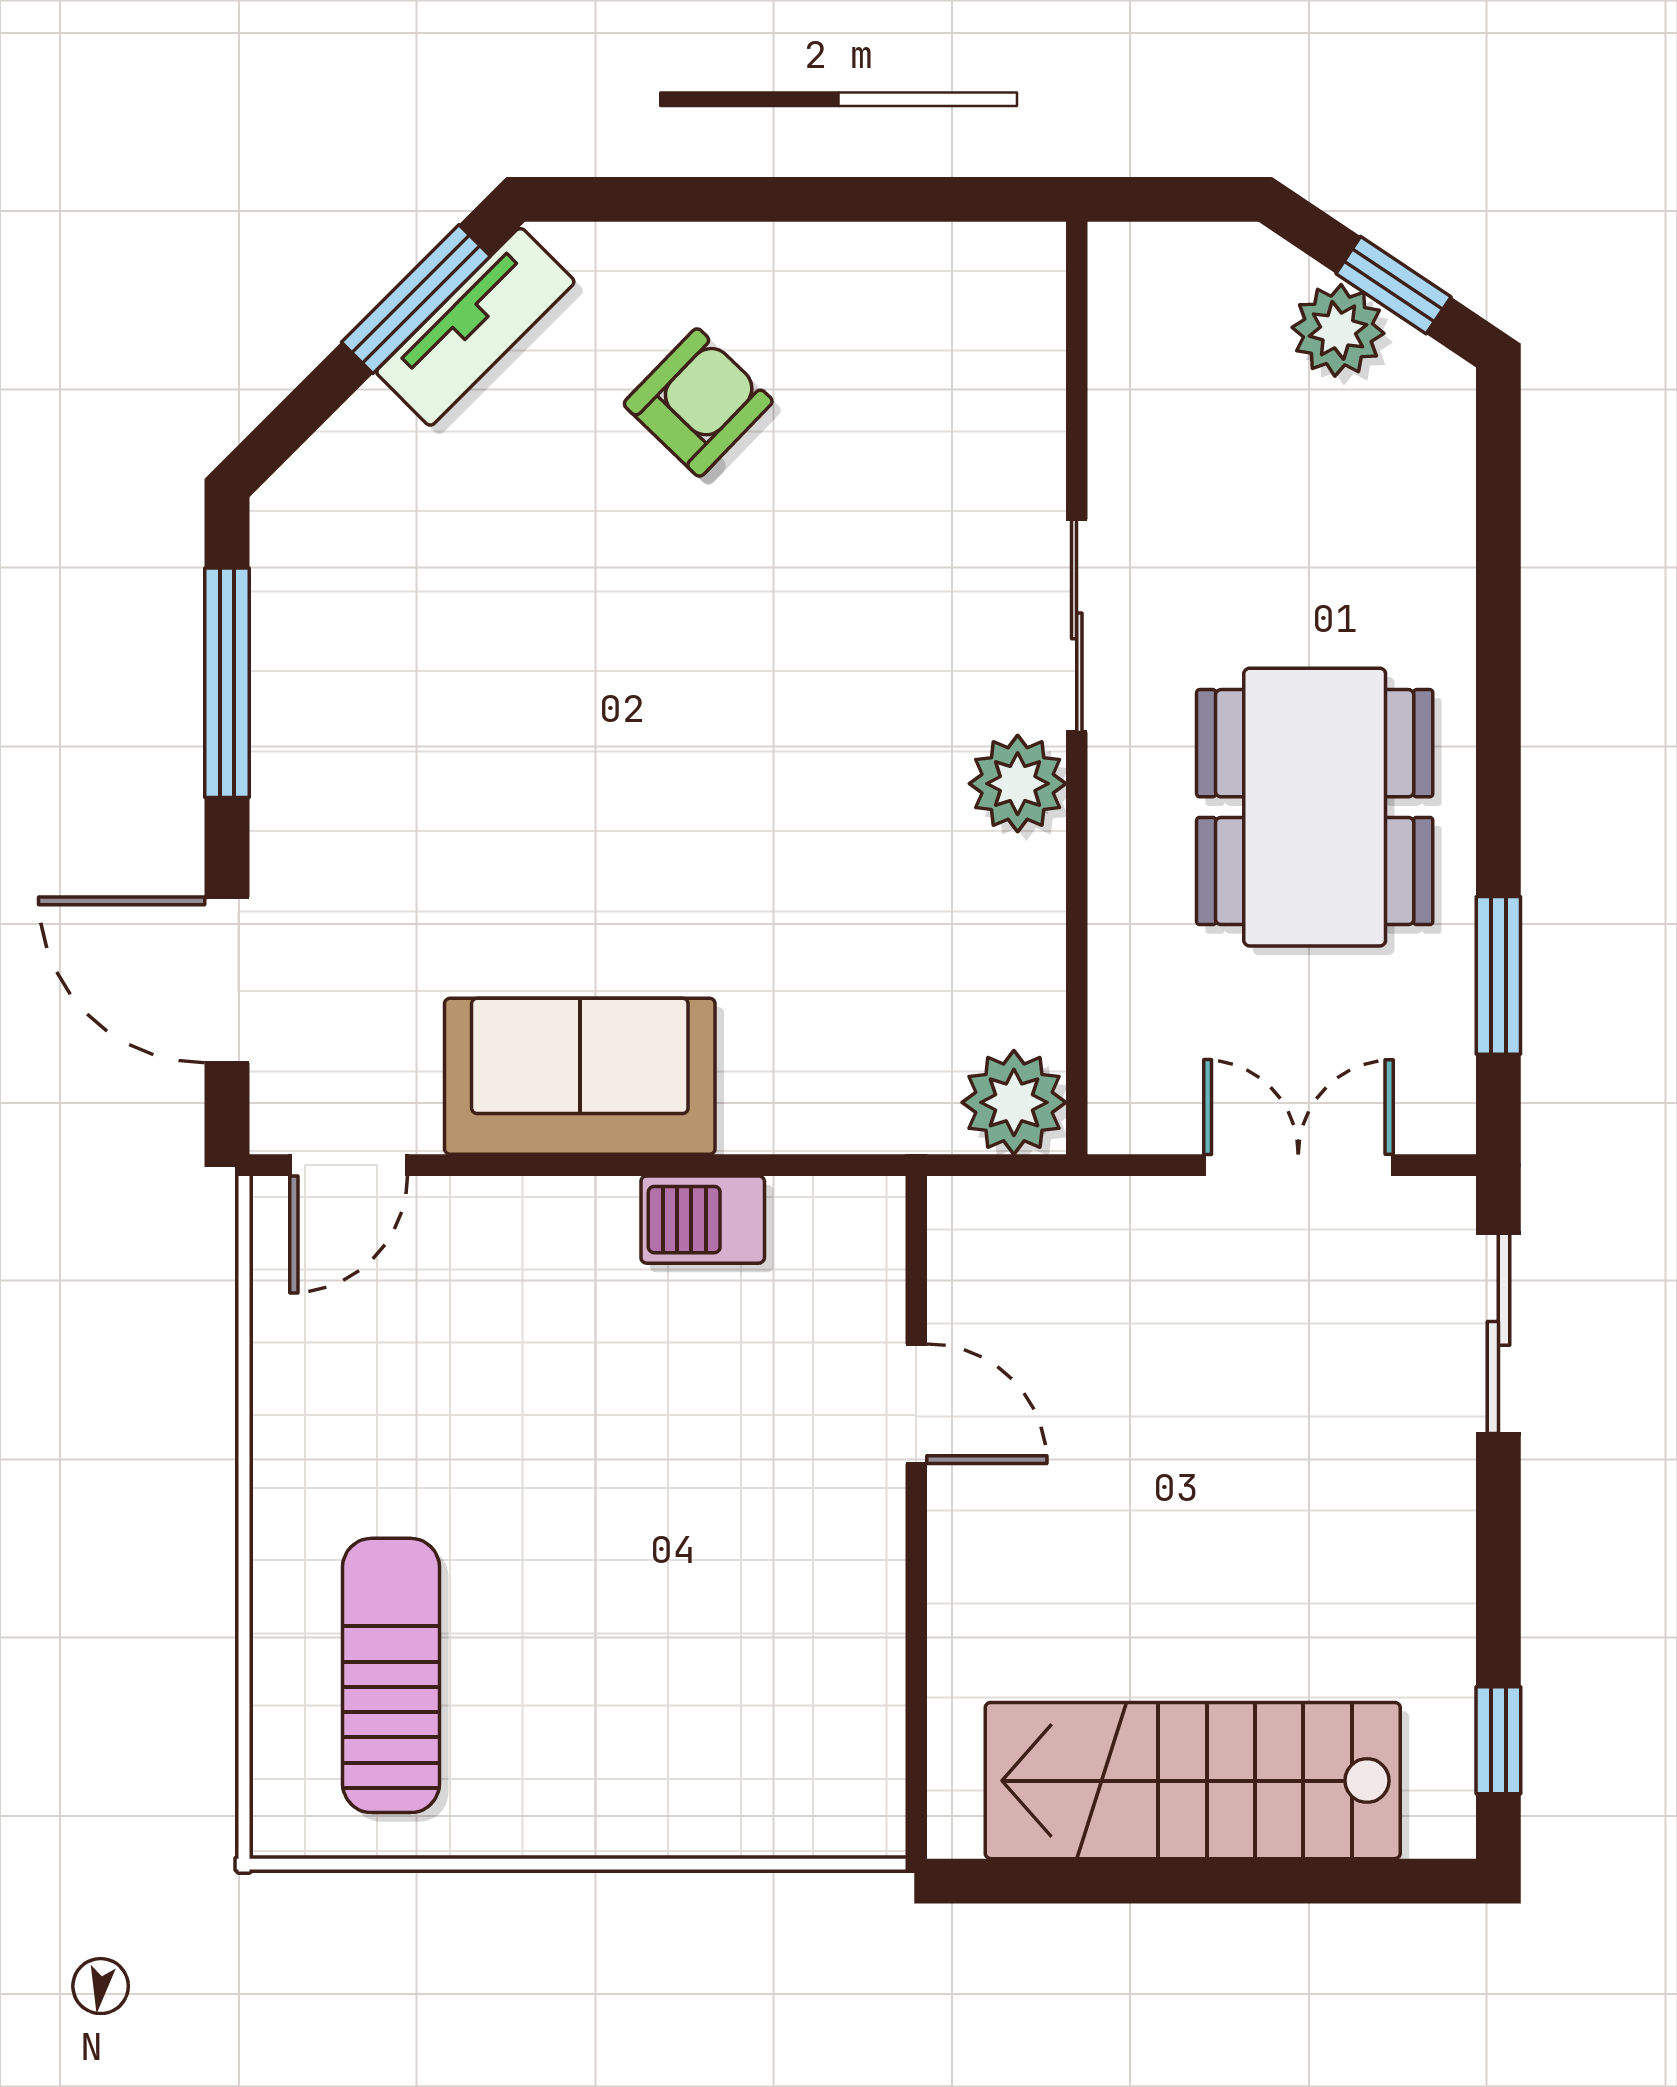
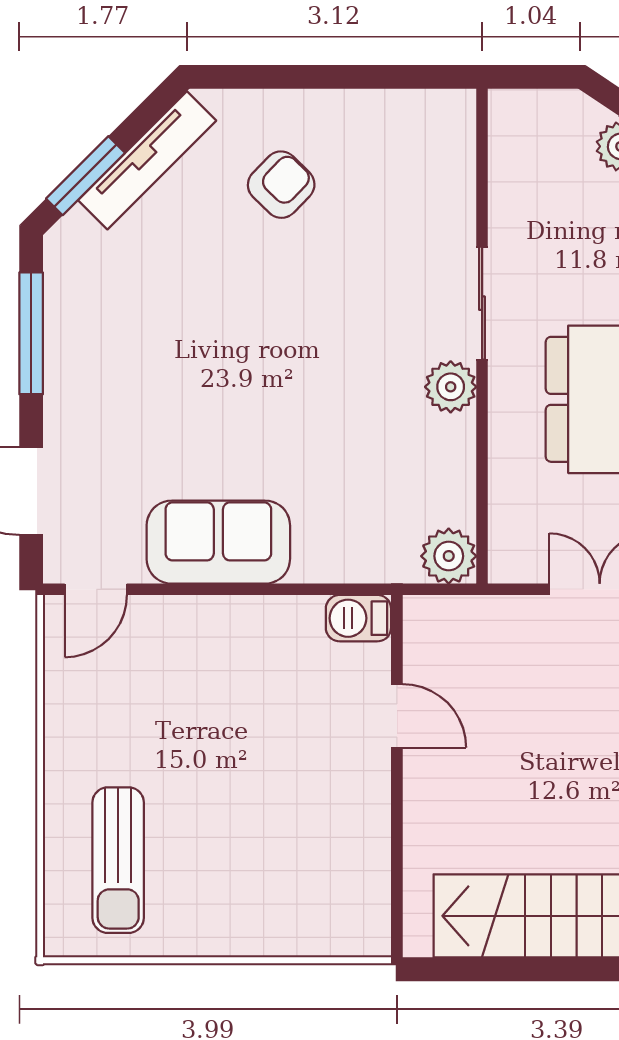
window: (416, 299) -> (85, 176), moved
tv unit: (475, 327) -> (147, 160), width x1.41
barbecue: (703, 1220) -> (358, 618), moved
sun lounger: (391, 1675) -> (118, 860), turned 180

